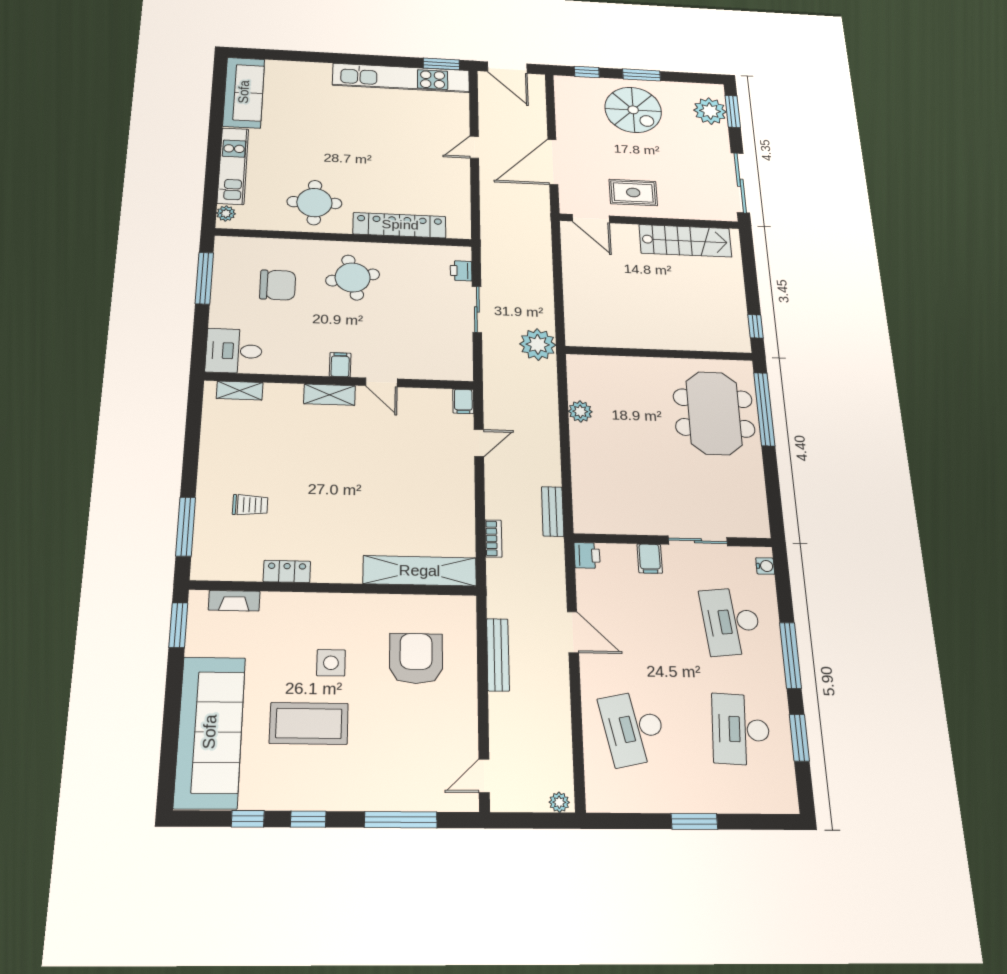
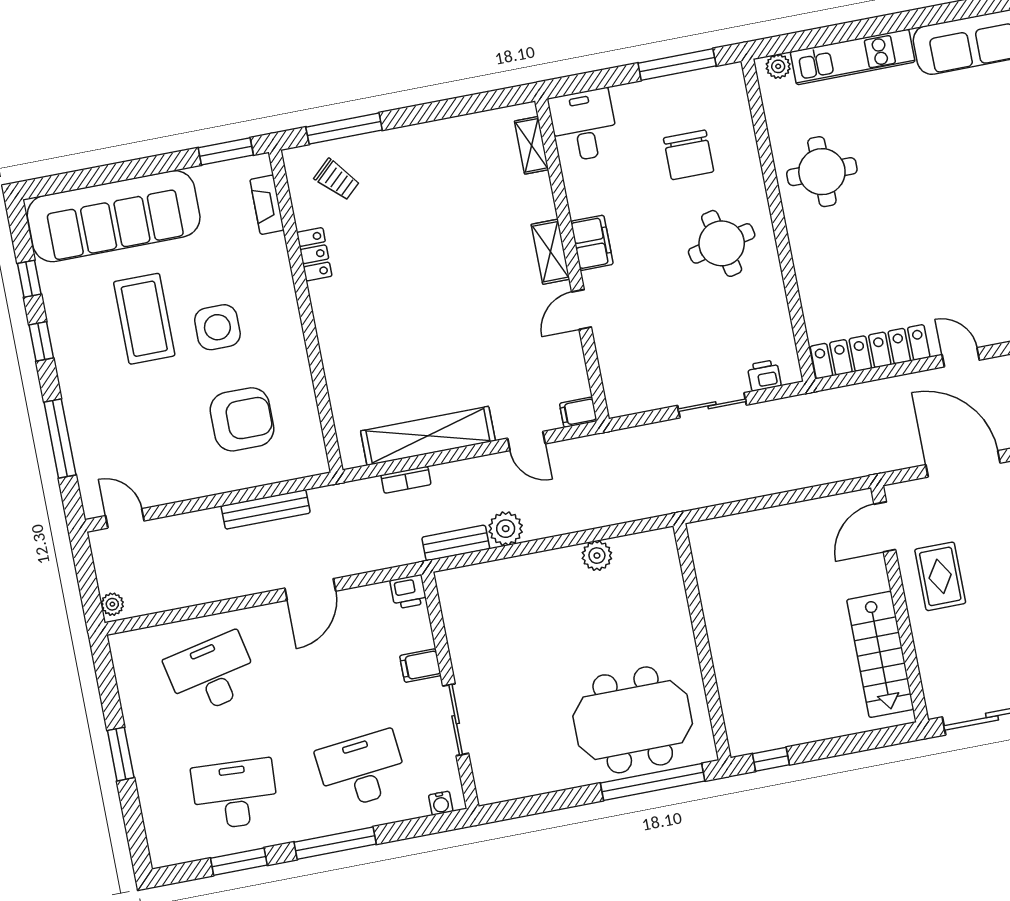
locker: (400, 225) -> (870, 352), moved, turned -90
plant: (538, 344) -> (506, 529), moved, width x0.73, depth x0.73
filing cabinet: (340, 365) -> (592, 243), width x2.00
trolley: (250, 505) -> (337, 180), moved, turned -43
shelving: (420, 571) -> (428, 436), moved, turned 90
side table: (331, 663) -> (217, 327), width x1.37, depth x1.37

